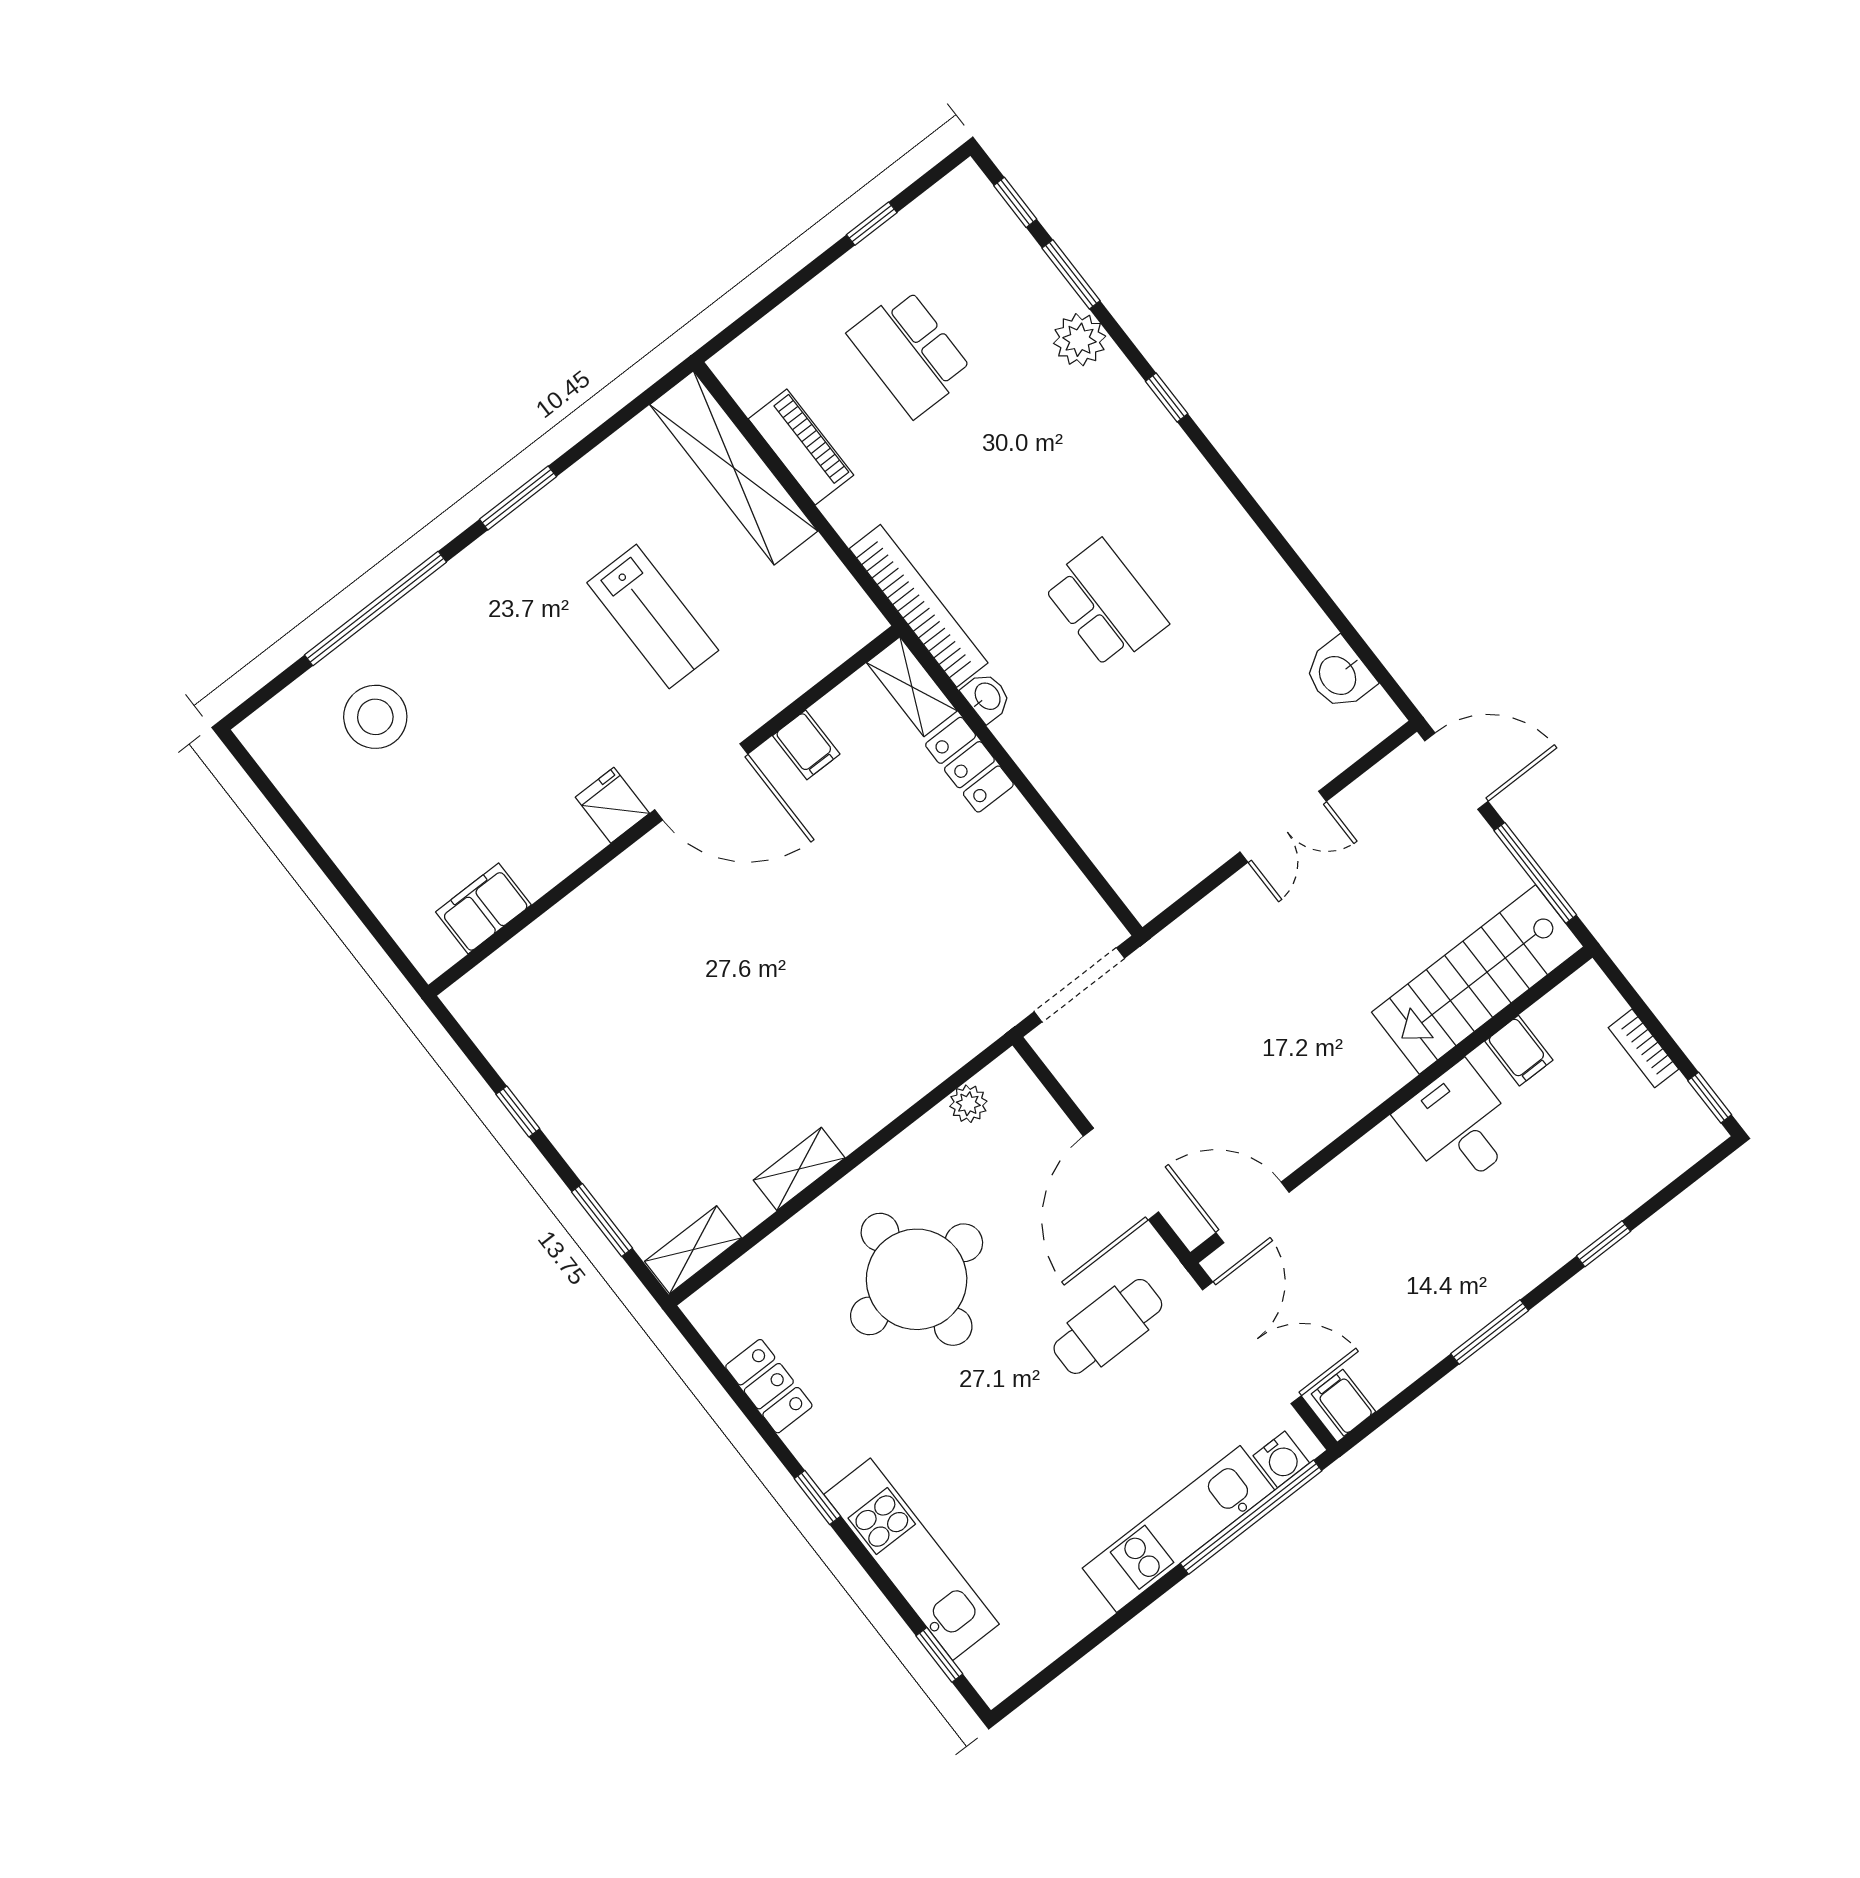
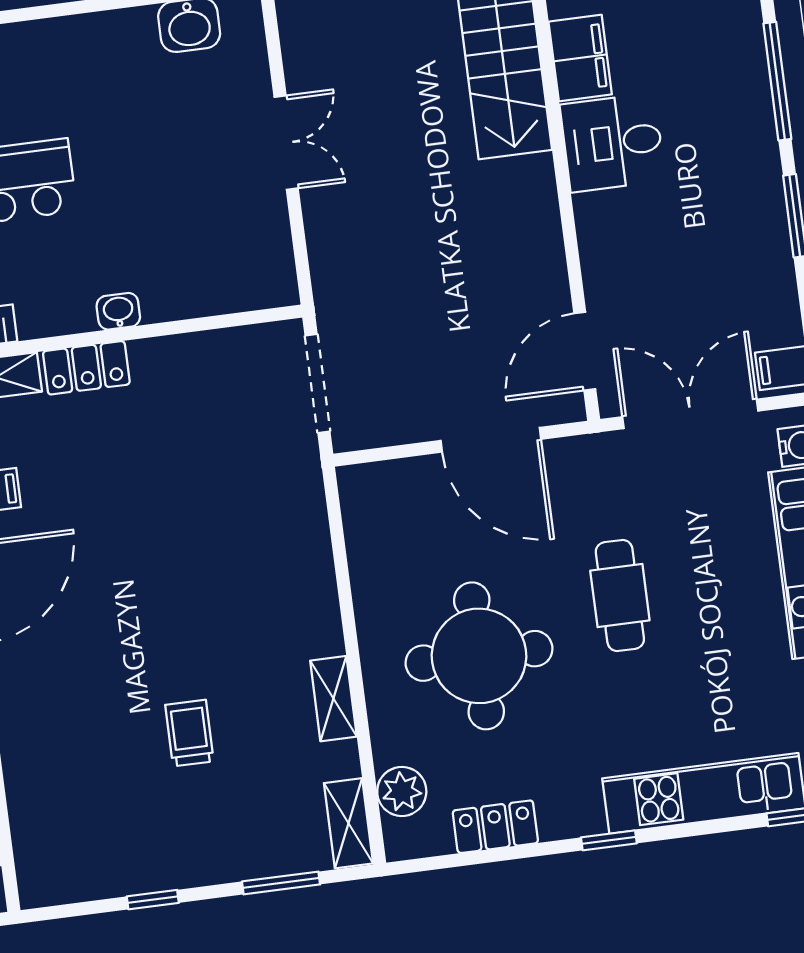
washbasin: (987, 697) -> (118, 311), moved
filing cabinet: (1519, 1051) -> (580, 58), width x2.00
trolley: (690, 1055) -> (189, 733), added
plant: (968, 1104) -> (402, 791), moved, width x1.38, depth x1.38
window: (1604, 1244) -> (777, 81), width x2.17
cafe table: (1108, 1326) -> (620, 596), moved

